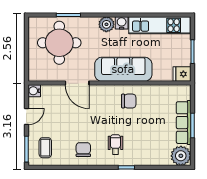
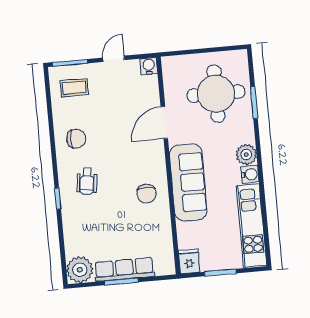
door: (26, 117) -> (113, 59), swing flipped
wheelchair: (115, 144) -> (87, 181), turned 97

